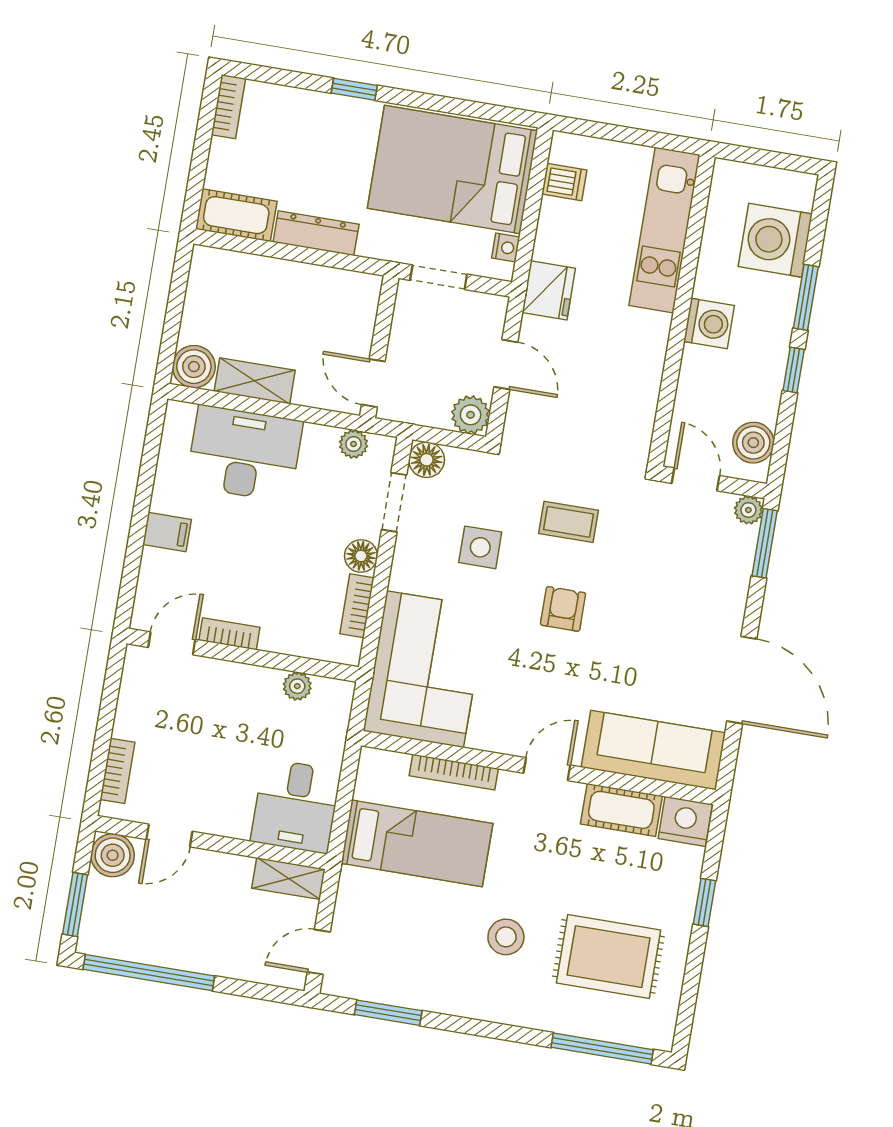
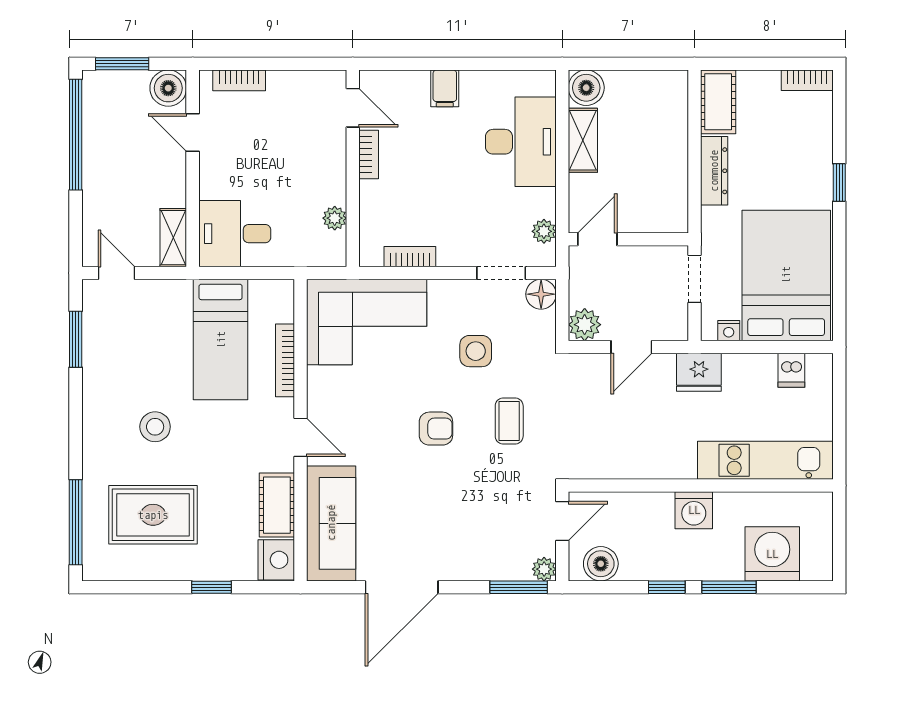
floor lamp: (361, 556) -> (452, 253), removed
rug: (609, 957) -> (153, 515), turned 90

